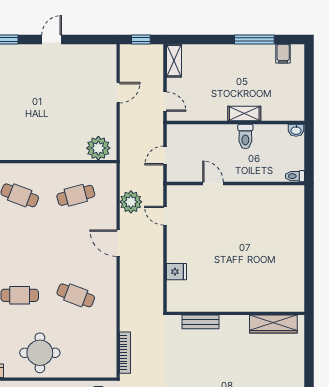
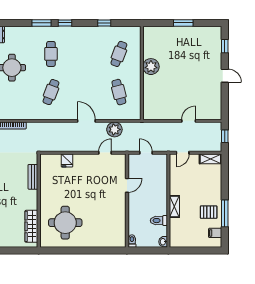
pallet: (252, 63) -> (209, 212), added
door: (118, 93) -> (189, 121), swing flipped
toilet: (245, 136) -> (159, 221), moved
plant: (98, 148) -> (151, 67), moved
door: (118, 243) -> (86, 121), hinge flipped
round table: (268, 274) -> (65, 223), added

